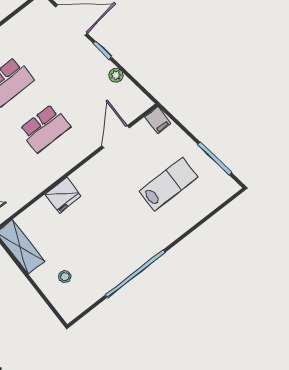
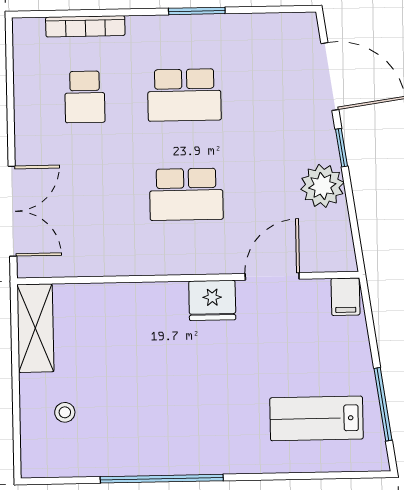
plant: (116, 75) -> (322, 186), width x1.88, depth x1.88
lab bench: (169, 184) -> (316, 418), moved, turned 180
fridge: (63, 195) -> (212, 300), moved

